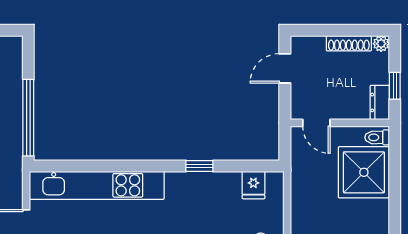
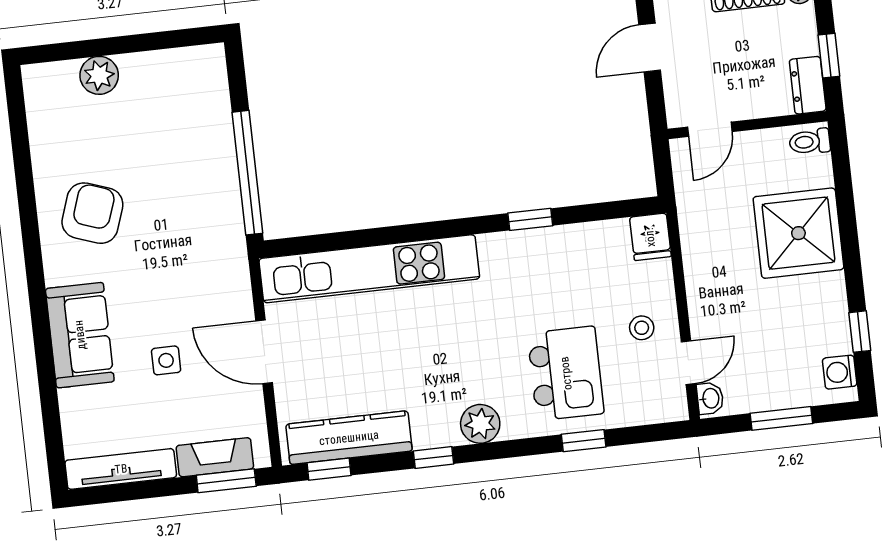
door: (316, 123) -> (710, 129), hinge flipped
shower: (364, 172) -> (798, 233), moved
fridge: (253, 185) -> (650, 237), moved

